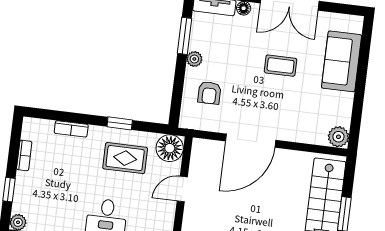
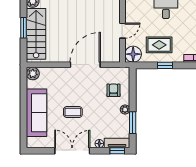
sofa: (342, 61) -> (37, 113), width x1.36

